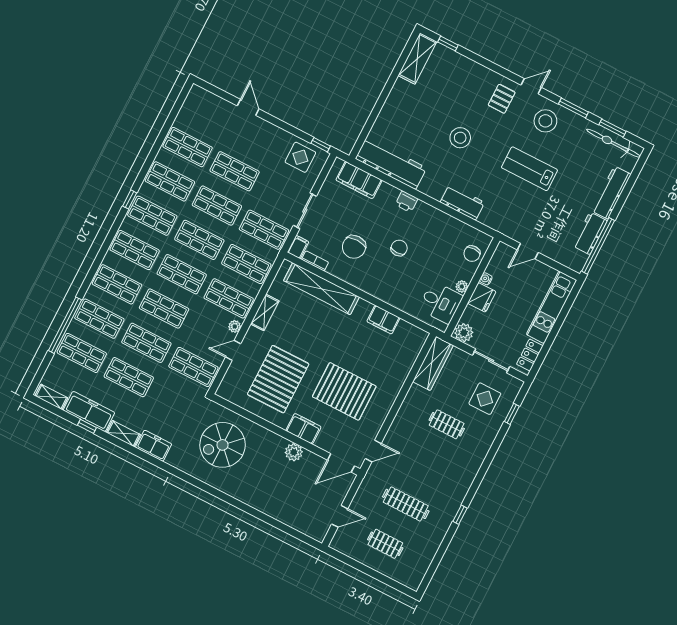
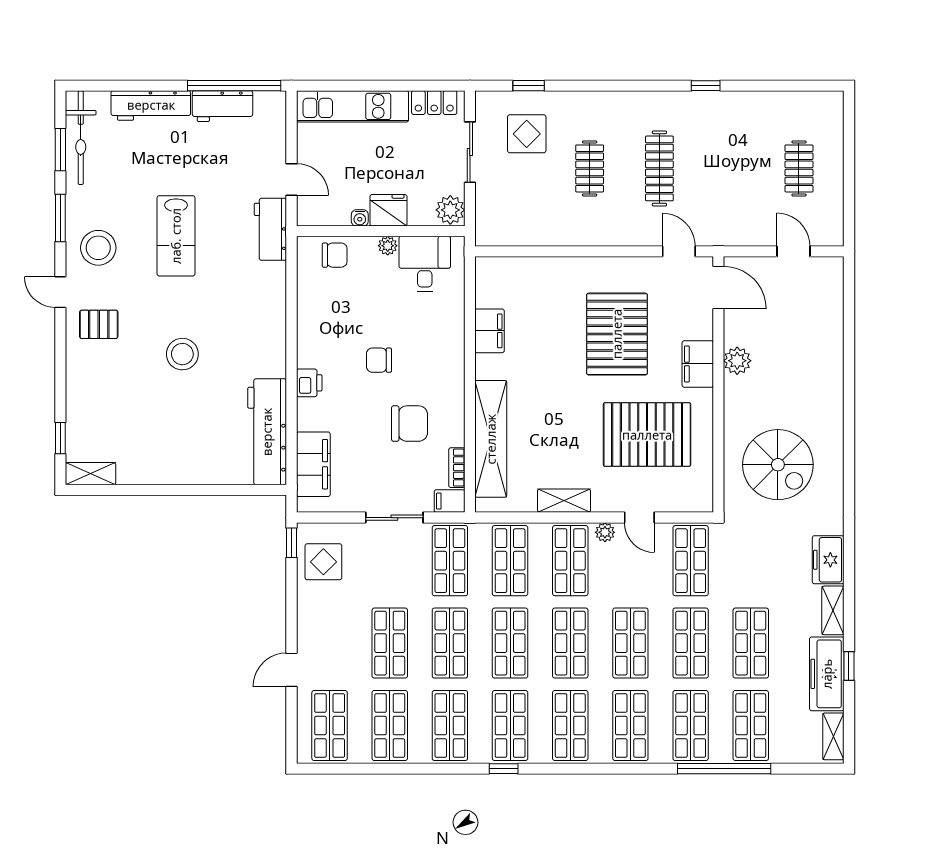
shelving: (417, 59) -> (91, 474), width x0.67, depth x0.75
shop shelf: (205, 113) -> (330, 726), added
workbench: (462, 202) -> (270, 229), moved
wardrobe: (433, 363) -> (515, 231), removed
clothes rail: (406, 504) -> (659, 168), moved

